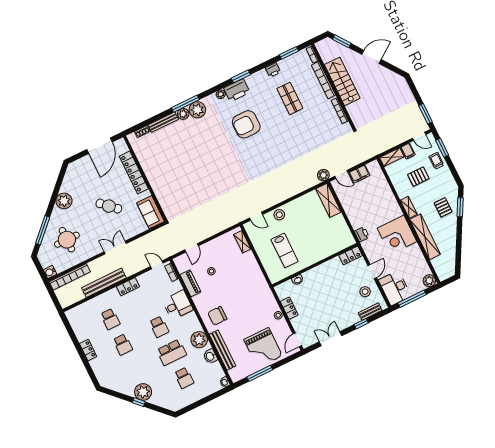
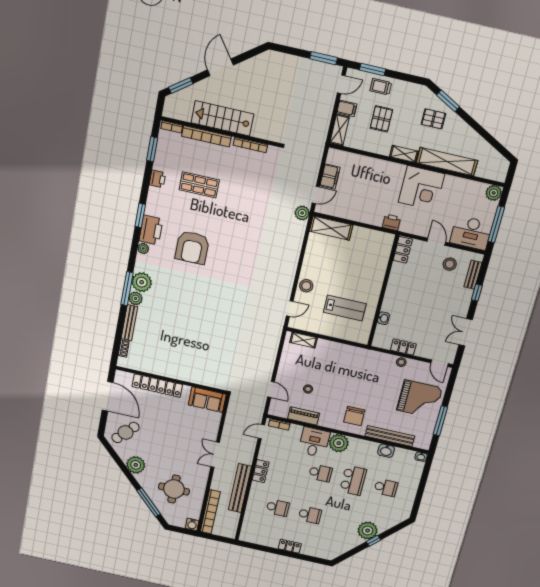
cafe table: (109, 206) -> (125, 432), moved
plant: (199, 340) -> (339, 443), moved

